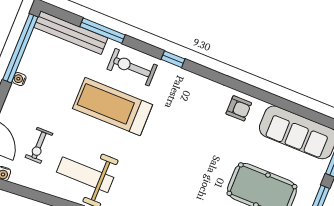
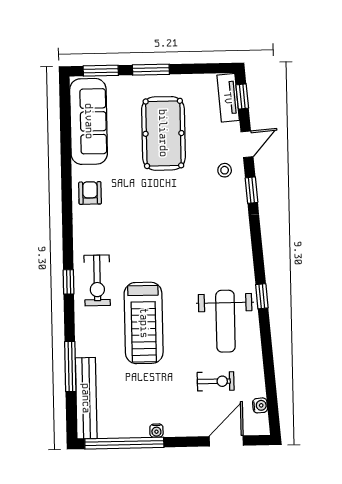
exercise bike: (132, 67) -> (97, 280), moved

